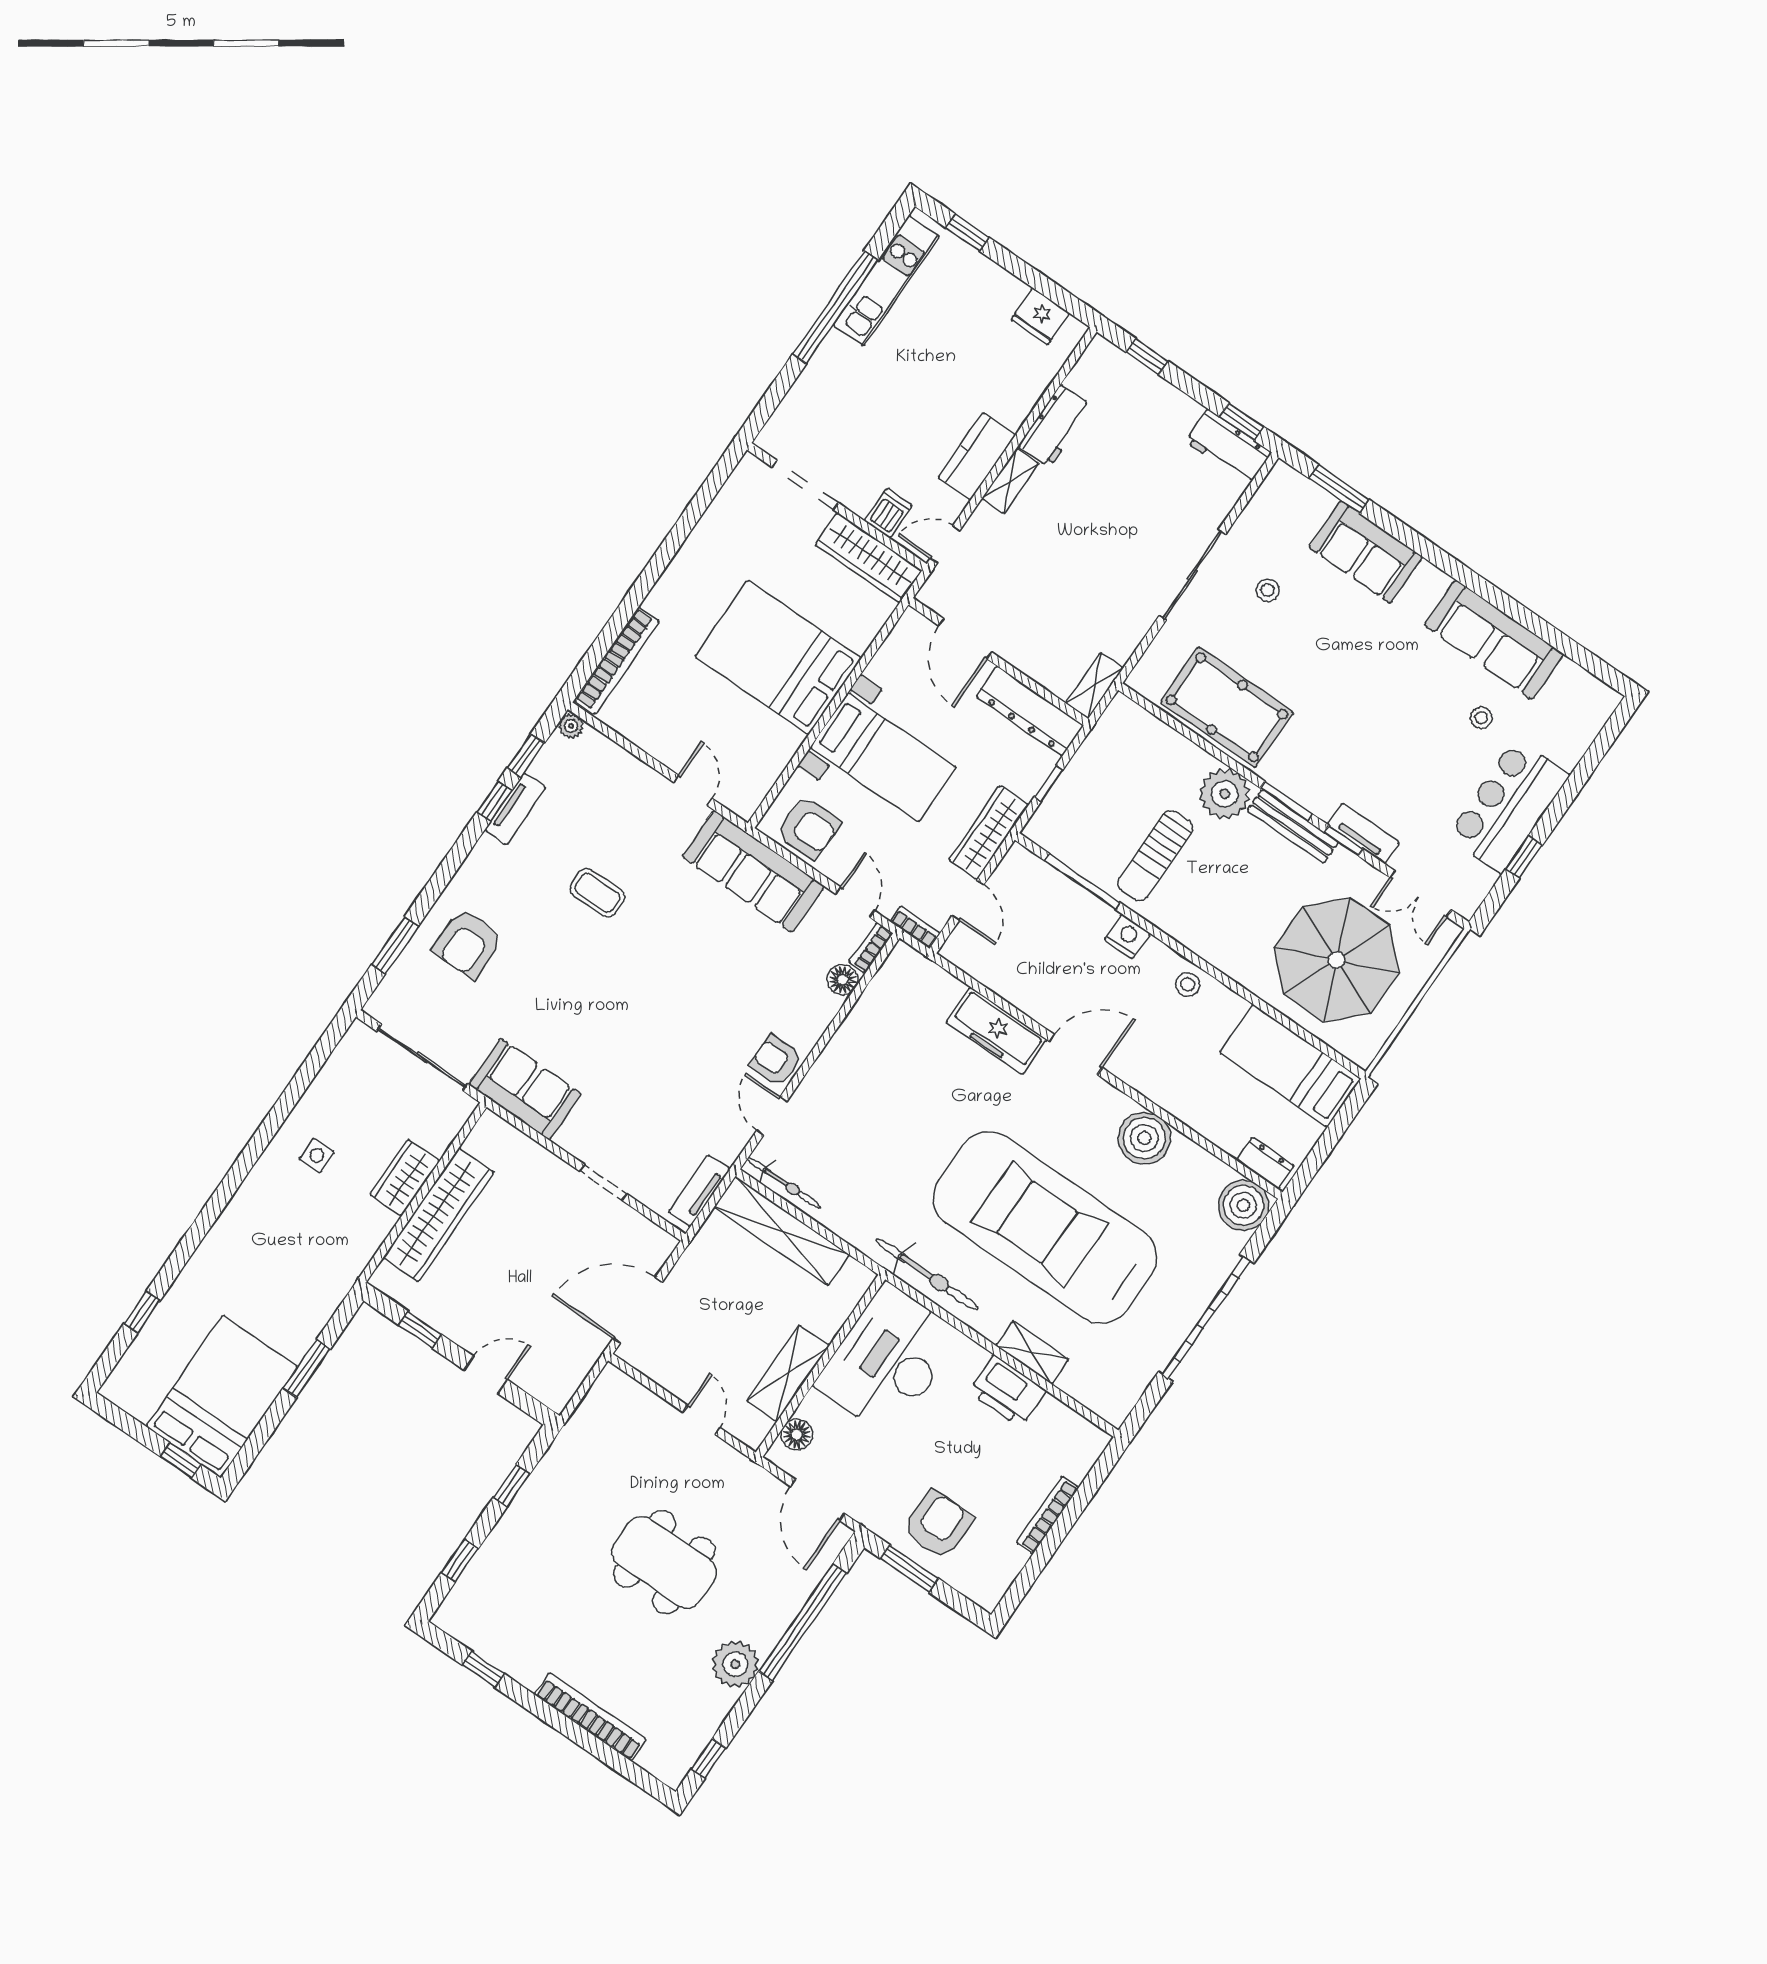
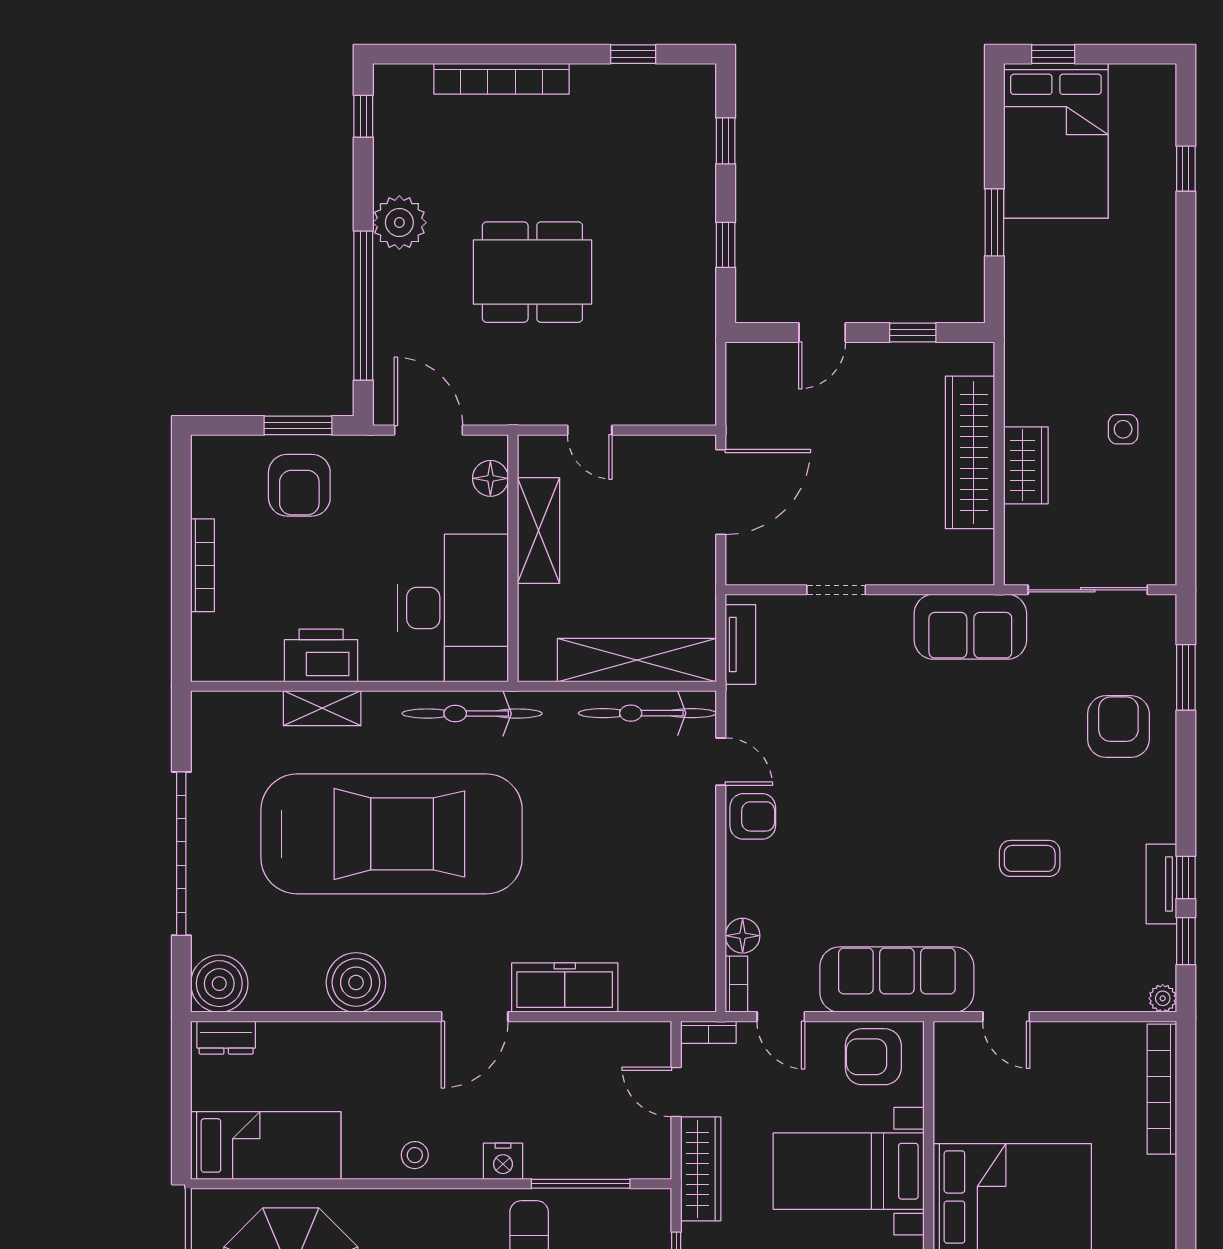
bicycle: (784, 1183) -> (647, 713), width x1.37, depth x1.40

